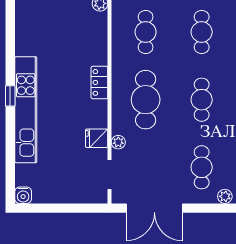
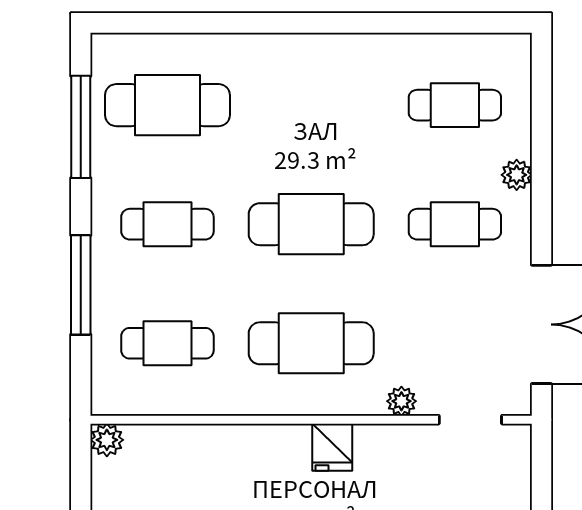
locker: (99, 82) -> (275, 441), removed
cafe table: (202, 100) -> (311, 224), width x1.37, depth x1.35
fridge: (97, 138) -> (332, 447), moved

